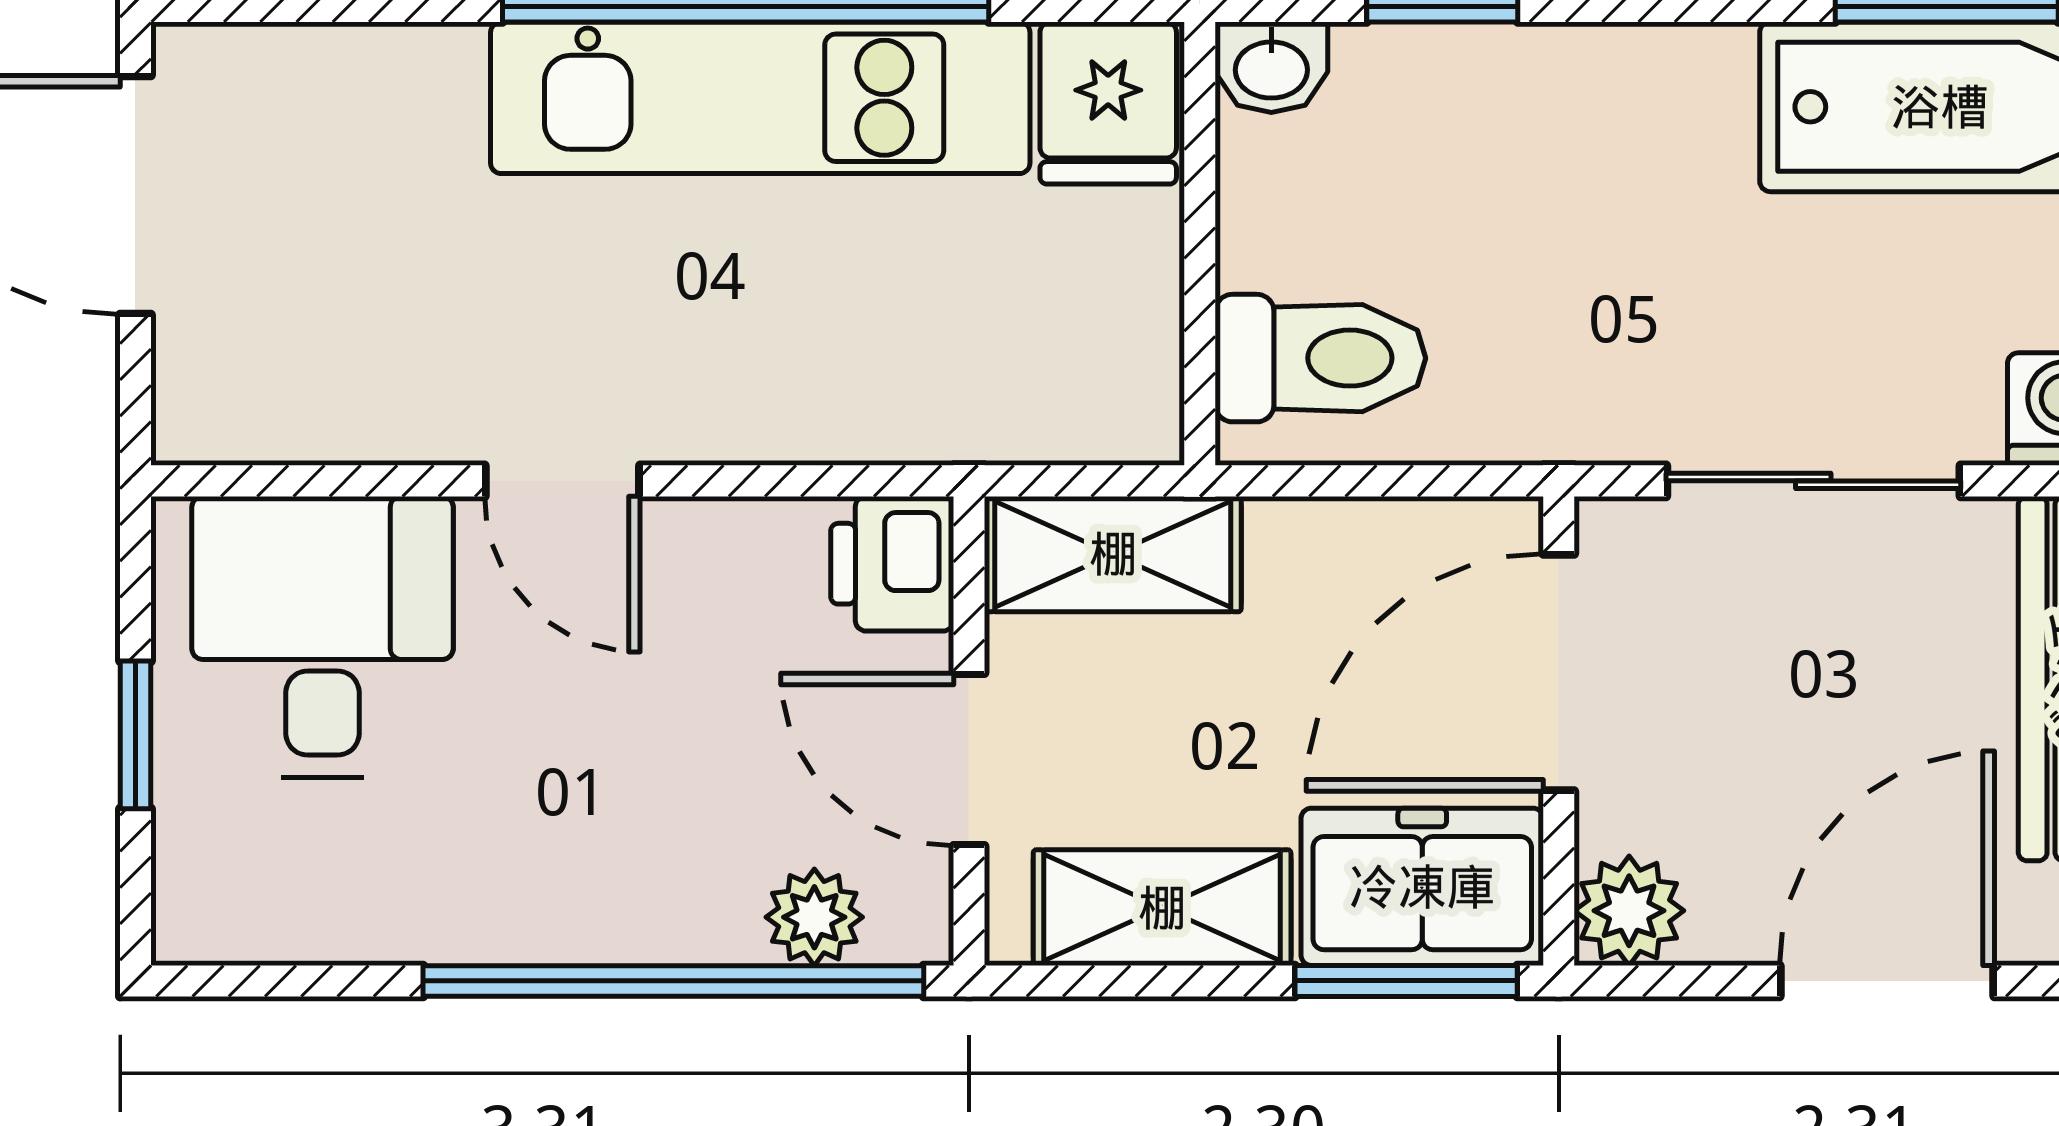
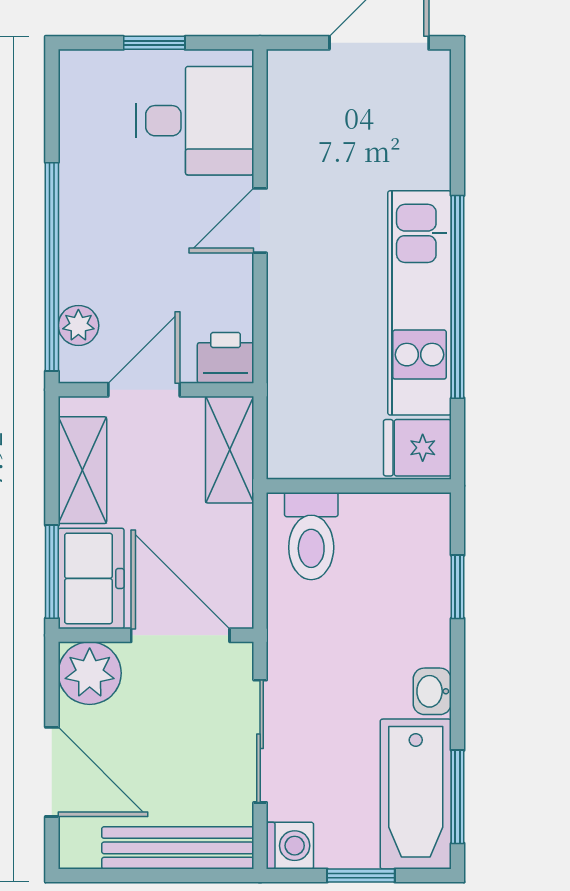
washbasin: (1271, 67) -> (432, 691), moved
plant: (1629, 911) -> (90, 673), width x1.38, depth x1.38

